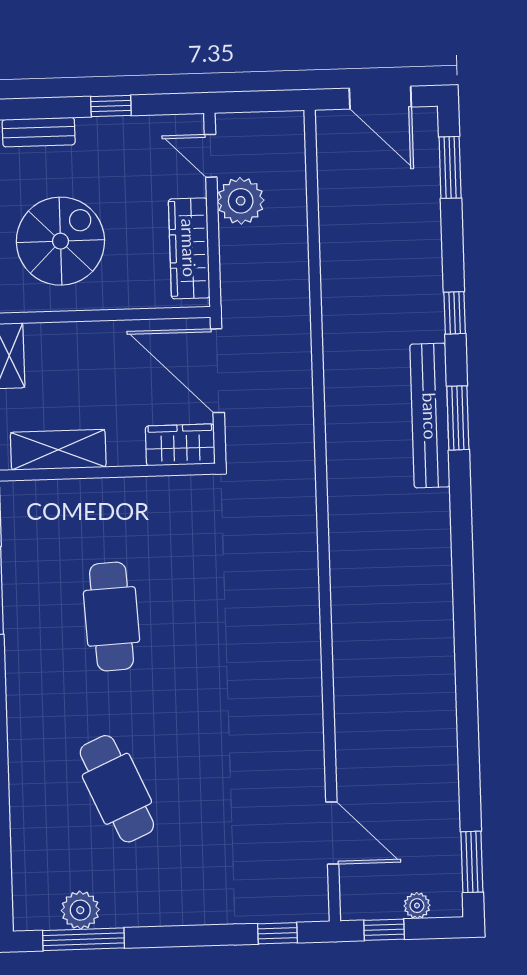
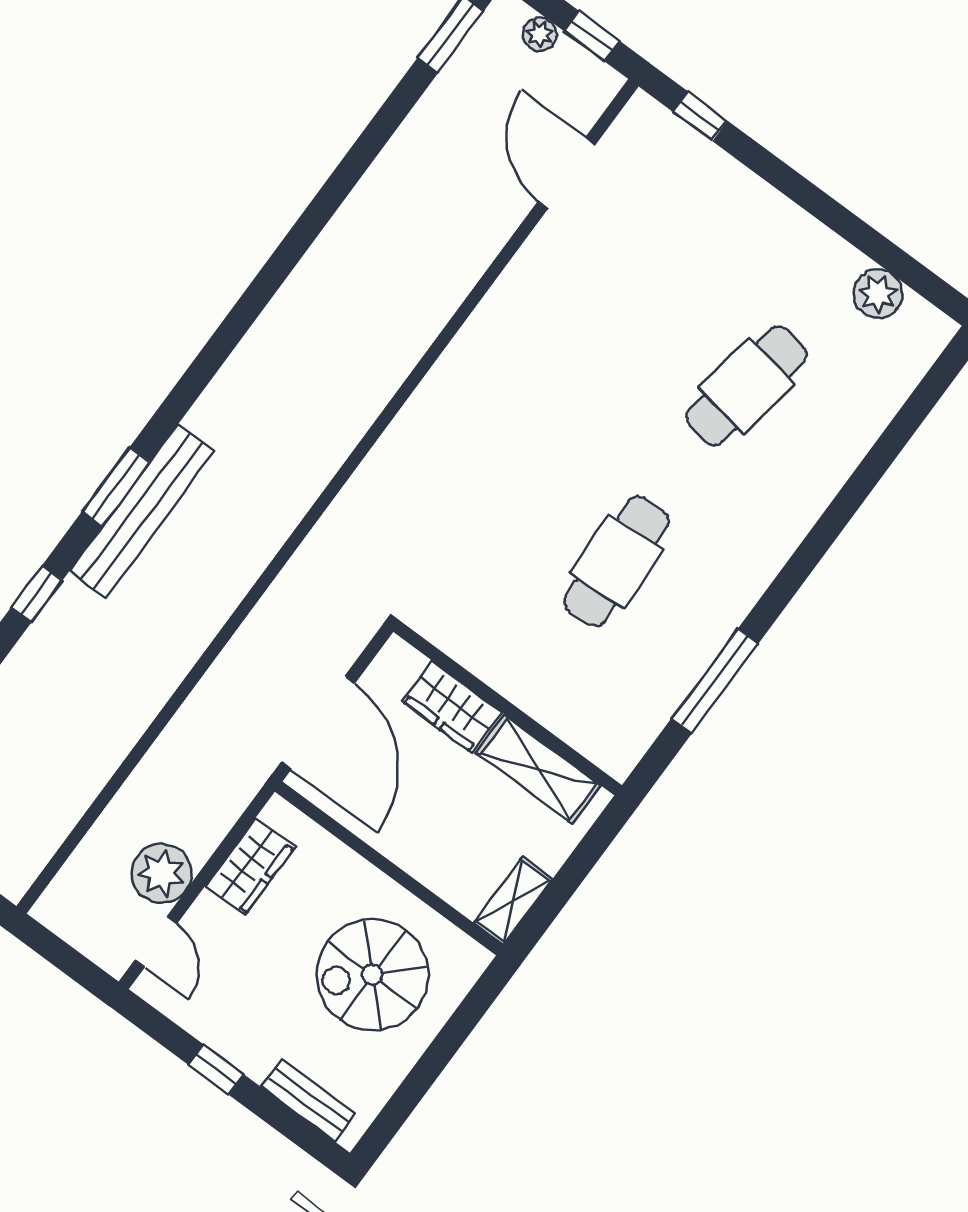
wardrobe: (189, 248) -> (250, 866), width x0.67
wardrobe: (180, 445) -> (452, 706), moved
cafe table: (117, 789) -> (746, 386), turned 33
window: (84, 939) -> (898, 262), removed

